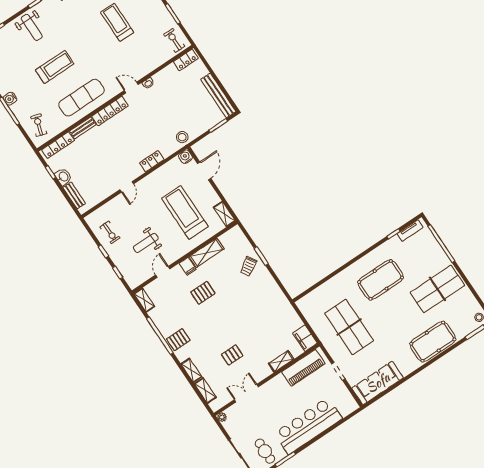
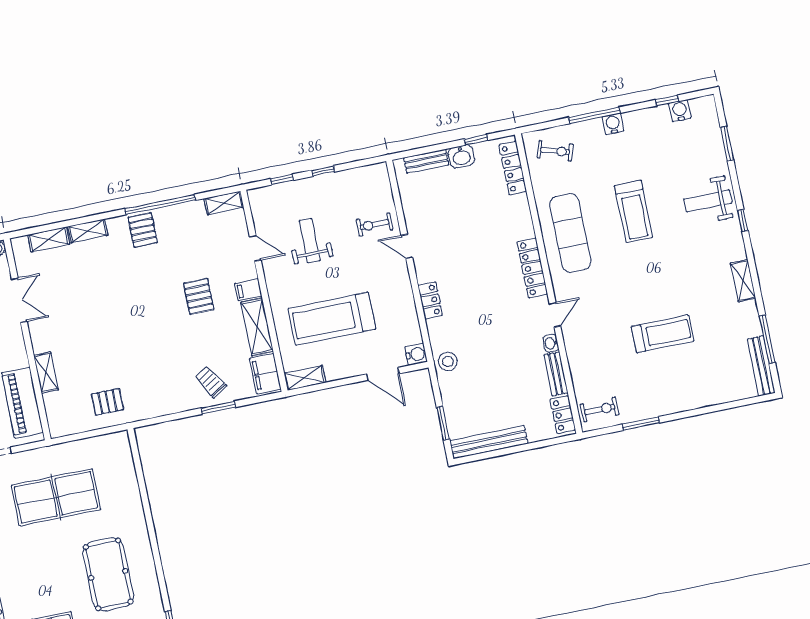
bench: (83, 128) -> (556, 374), moved
treadmill: (185, 212) -> (332, 319), turned 180
exercise bike: (110, 232) -> (374, 225), moved
filing cabinet: (305, 338) -> (265, 374), moved, turned -90
pallet: (232, 355) -> (107, 402), moved, turned 90

